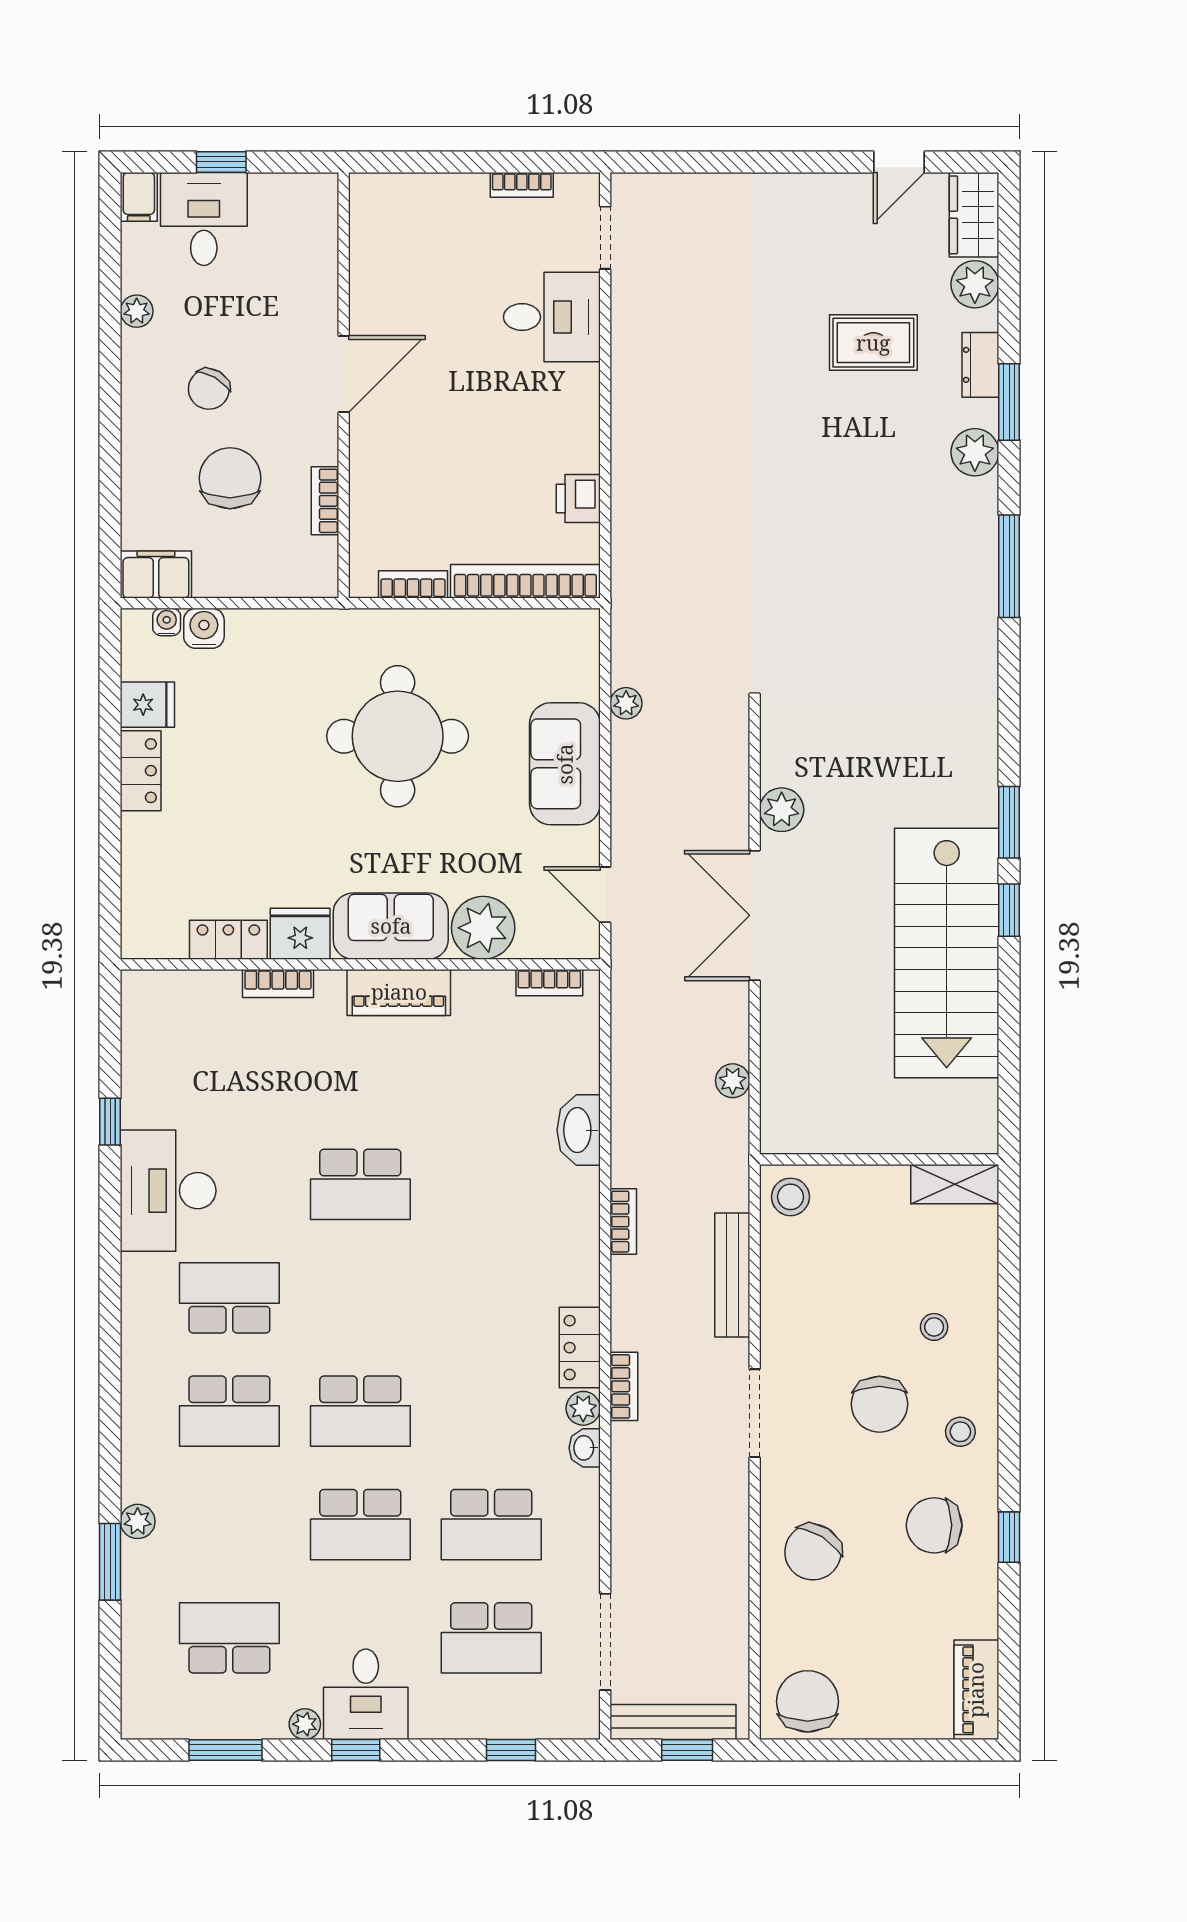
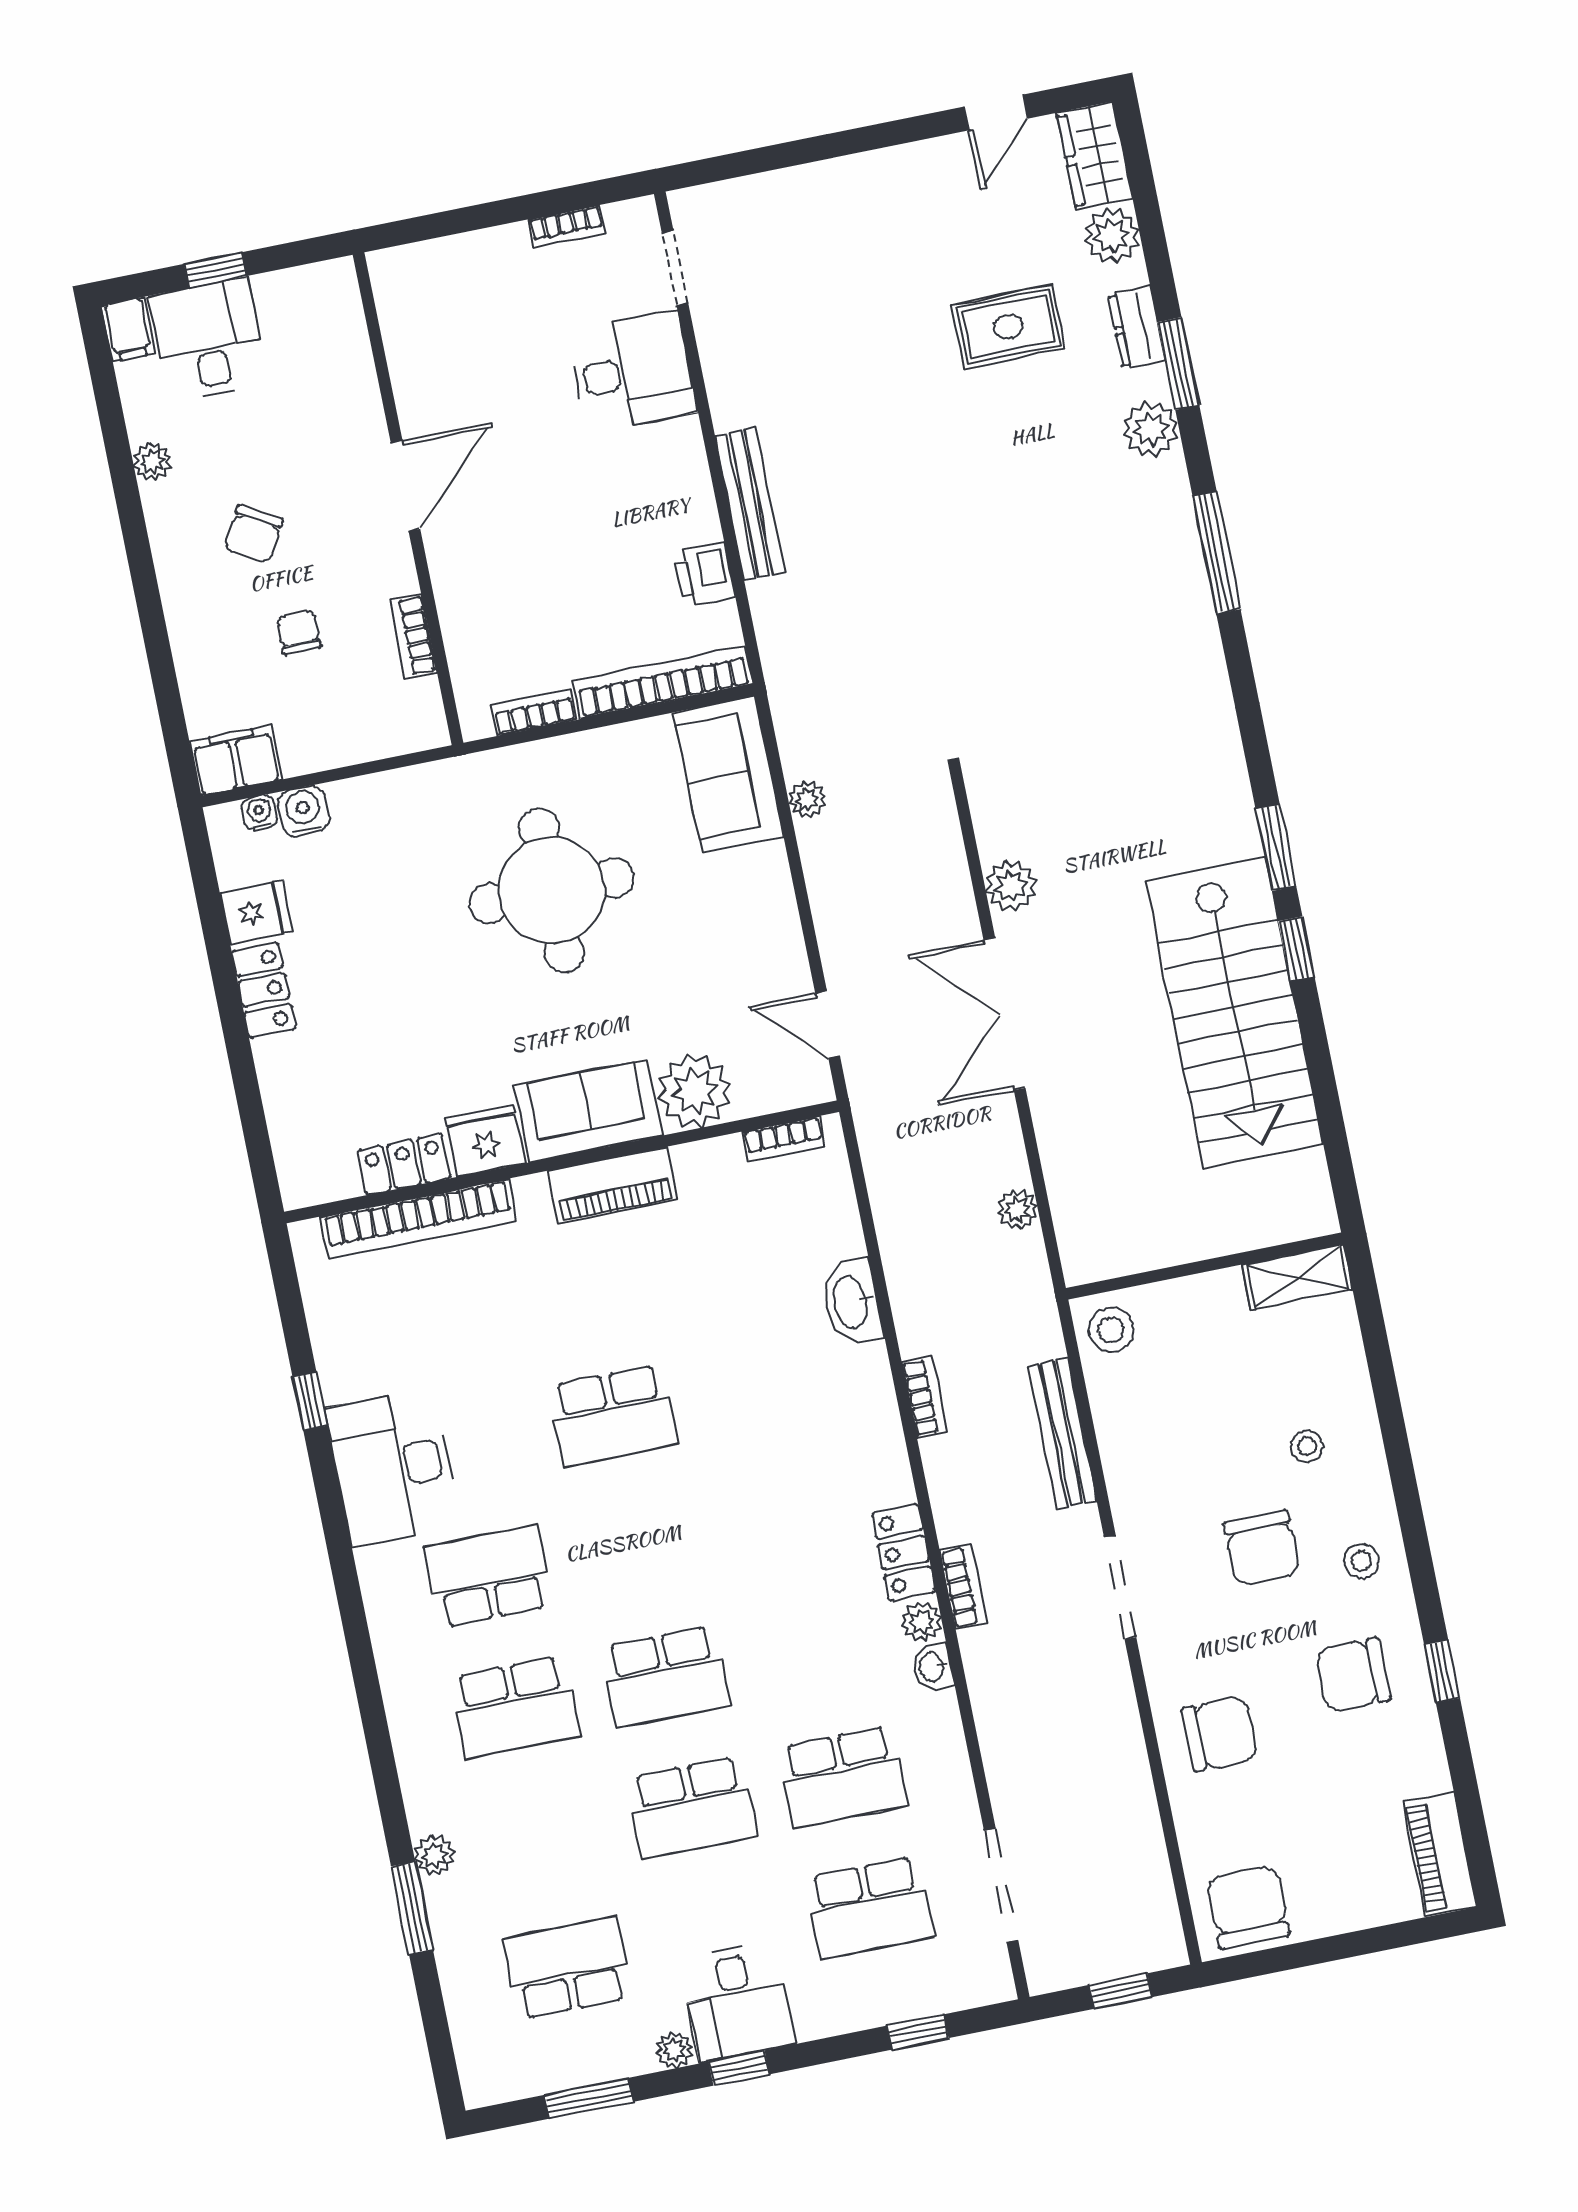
chair: (230, 478) -> (299, 632), width x0.54, depth x0.54
sofa: (565, 764) -> (729, 775), moved
bookcase: (278, 983) -> (419, 1219), width x2.31, depth x1.31
chair: (813, 1552) -> (1220, 1734), turned -122
bench: (673, 1722) -> (750, 504), moved, turned 90

